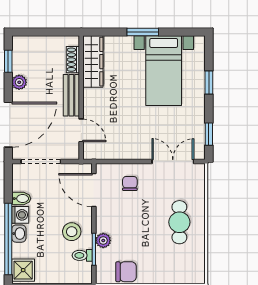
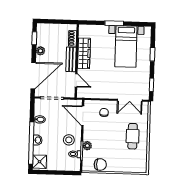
wardrobe: (93, 62) -> (84, 53), moved
double door: (173, 162) -> (130, 100), swing flipped
washing machine: (20, 215) -> (39, 129), removed

